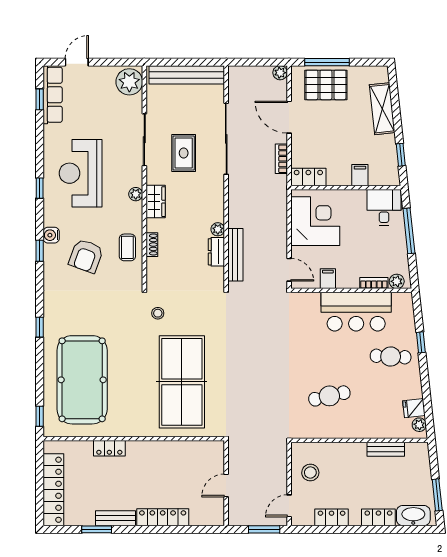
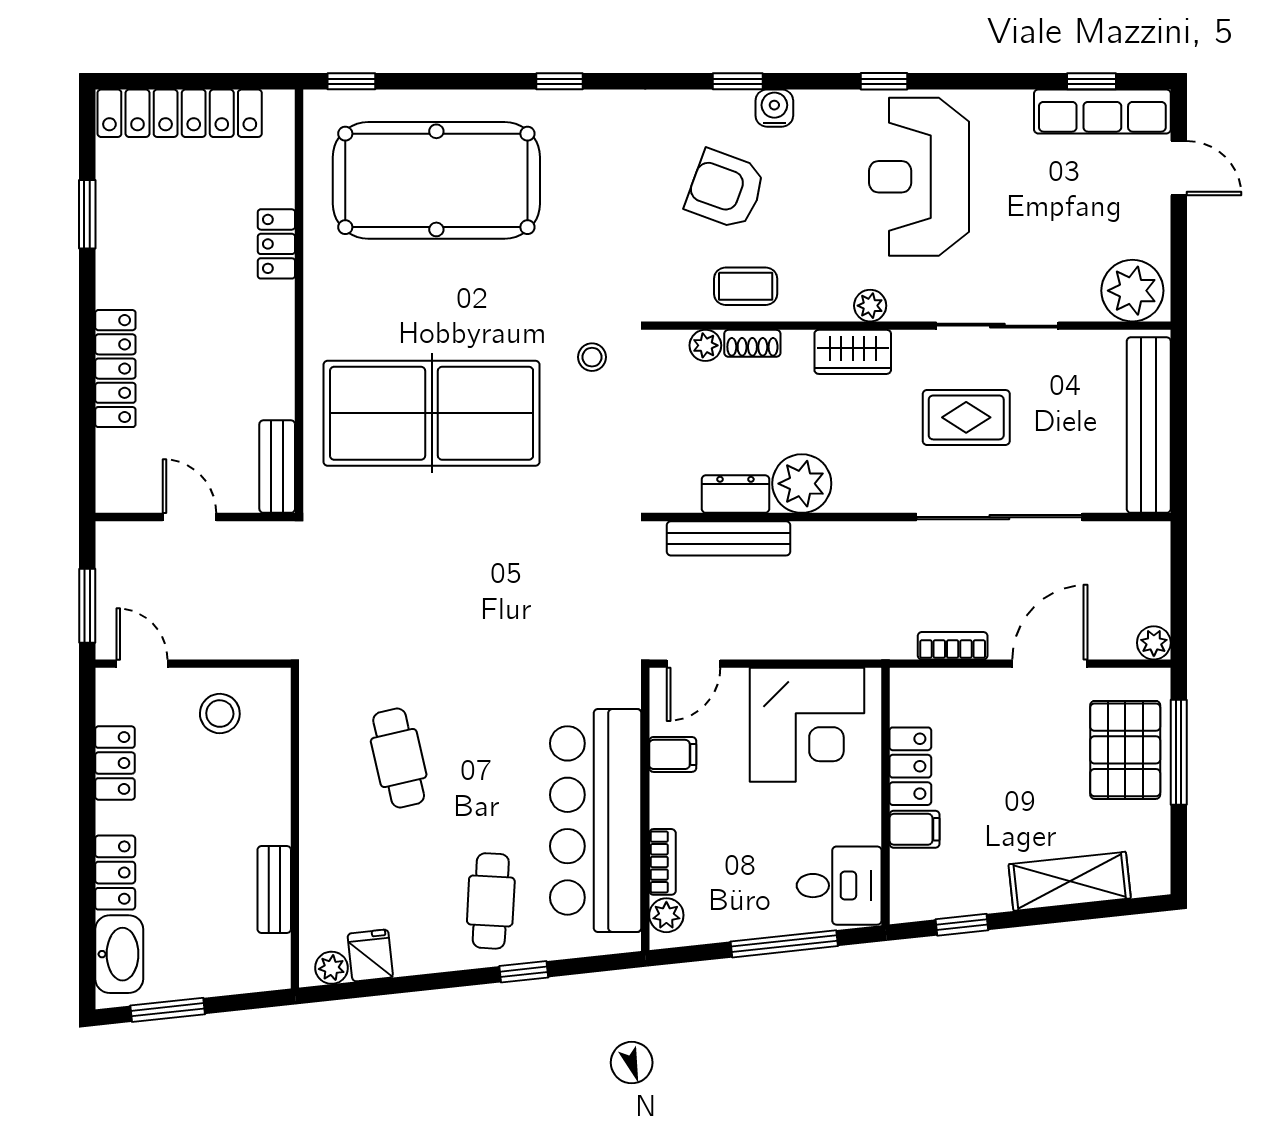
reception desk: (81, 173) -> (919, 177), turned -90
locker: (308, 177) -> (910, 766), moved
plant: (218, 229) -> (802, 484), width x1.88, depth x1.88
plant: (153, 265) -> (705, 345), added
bar counter: (356, 312) -> (596, 820), width x1.36
bench: (115, 518) -> (277, 467), moved

